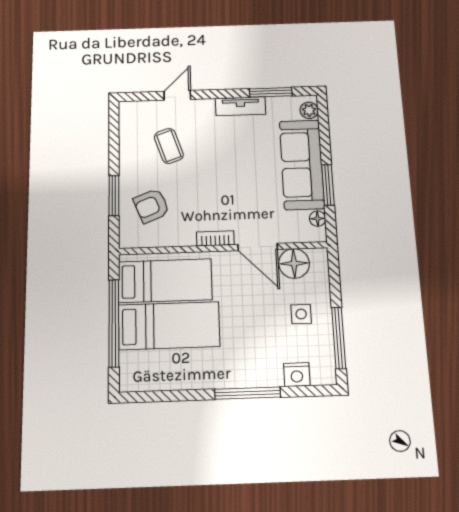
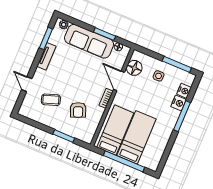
armchair: (151, 206) -> (78, 110), moved
door: (258, 247) -> (119, 81), swing flipped
nightstand: (269, 375) -> (179, 103), added

